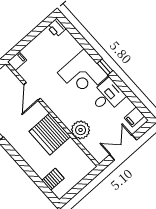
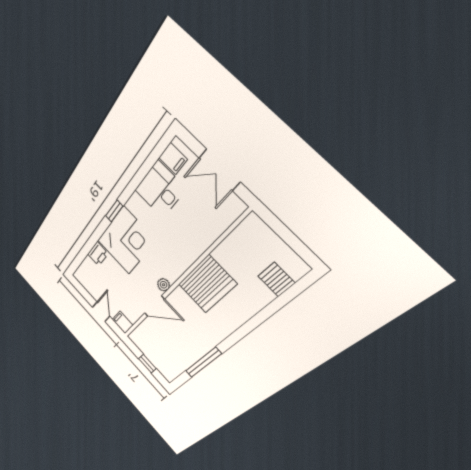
printer: (57, 28) -> (98, 254), moved
door: (25, 42) -> (101, 312), added
desk: (107, 96) -> (160, 189), moved
plant: (81, 130) -> (164, 285), moved, width x0.53, depth x0.53

